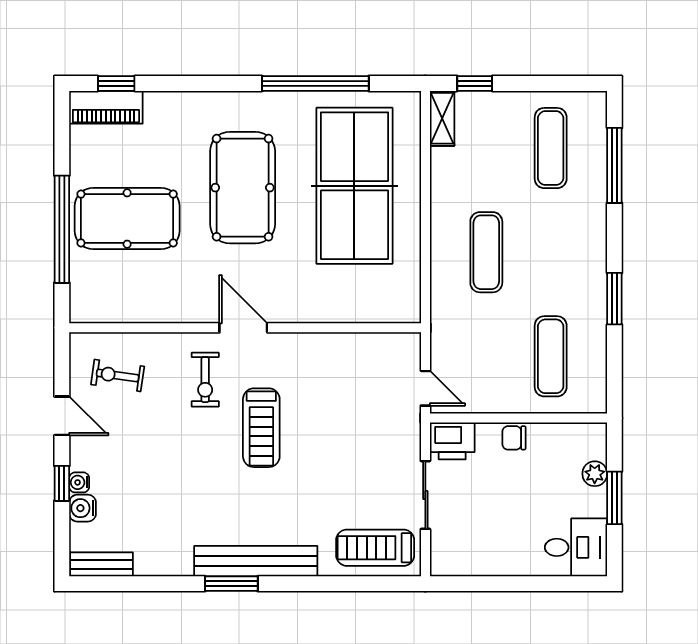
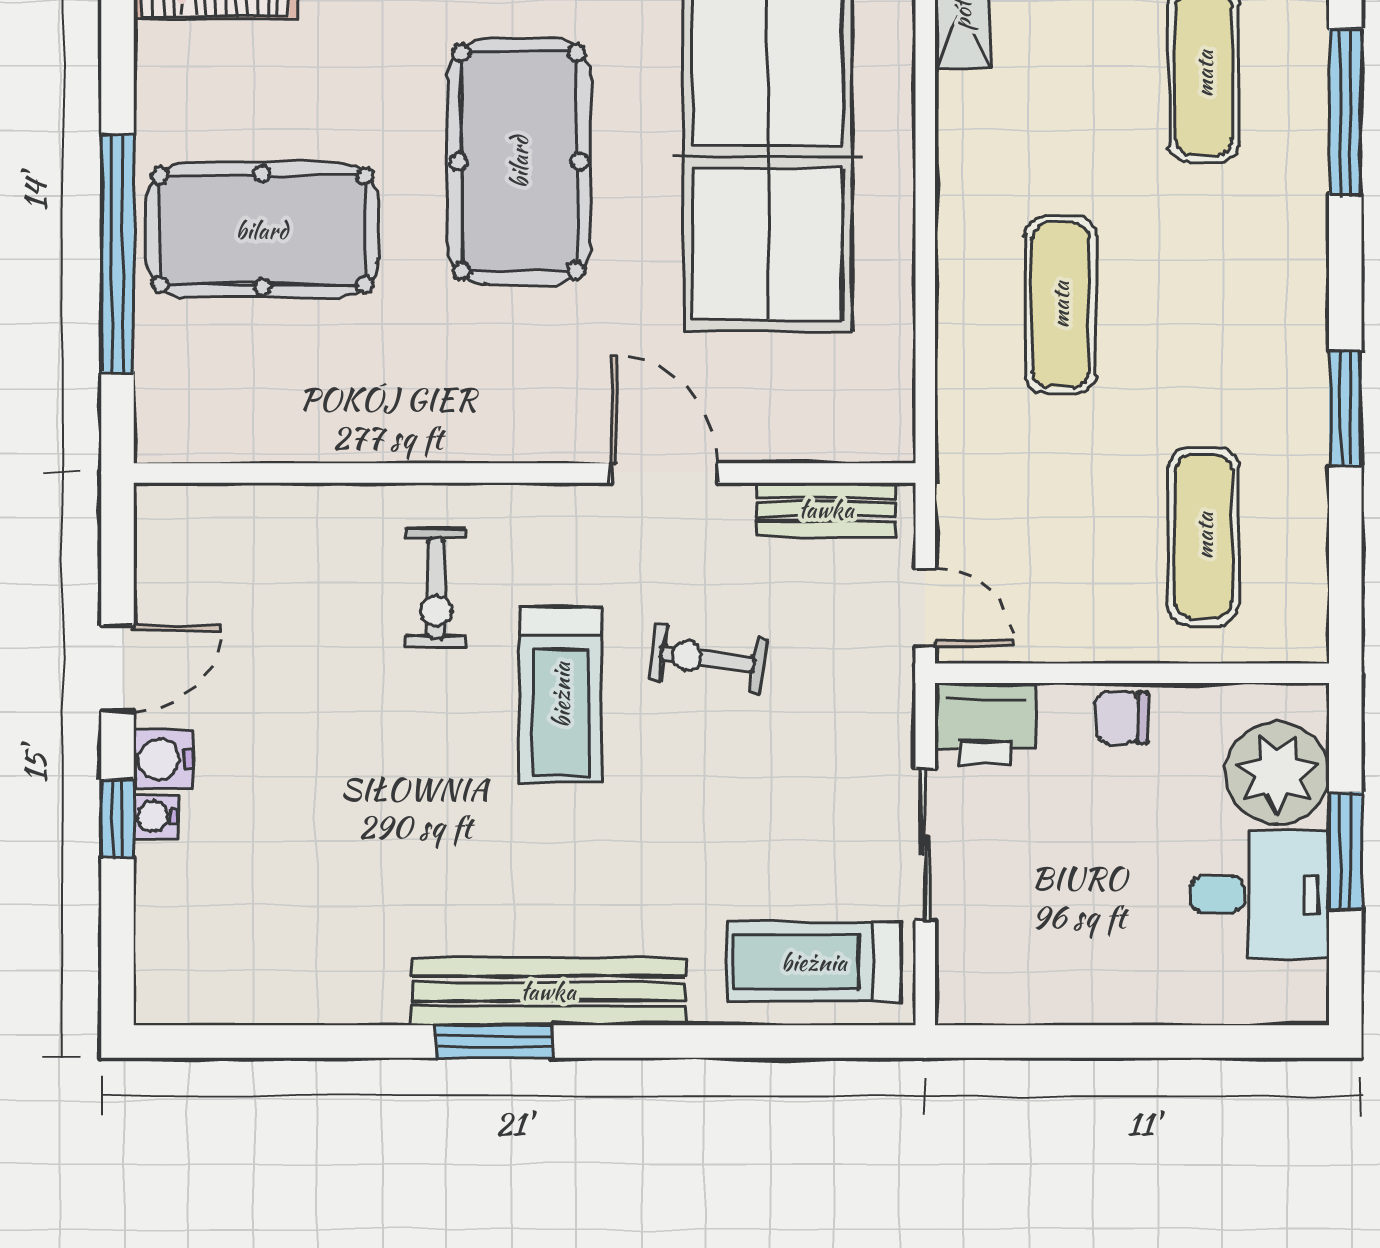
door: (243, 328) -> (665, 473), moved
exercise bike: (118, 375) -> (708, 659), moved
door: (62, 416) -> (118, 669), hinge flipped
plant: (595, 474) -> (1277, 773), width x1.88, depth x1.88
water cooler: (83, 508) -> (163, 759), moved
desk: (576, 547) -> (1260, 894), moved
bench: (102, 564) -> (826, 509), moved

